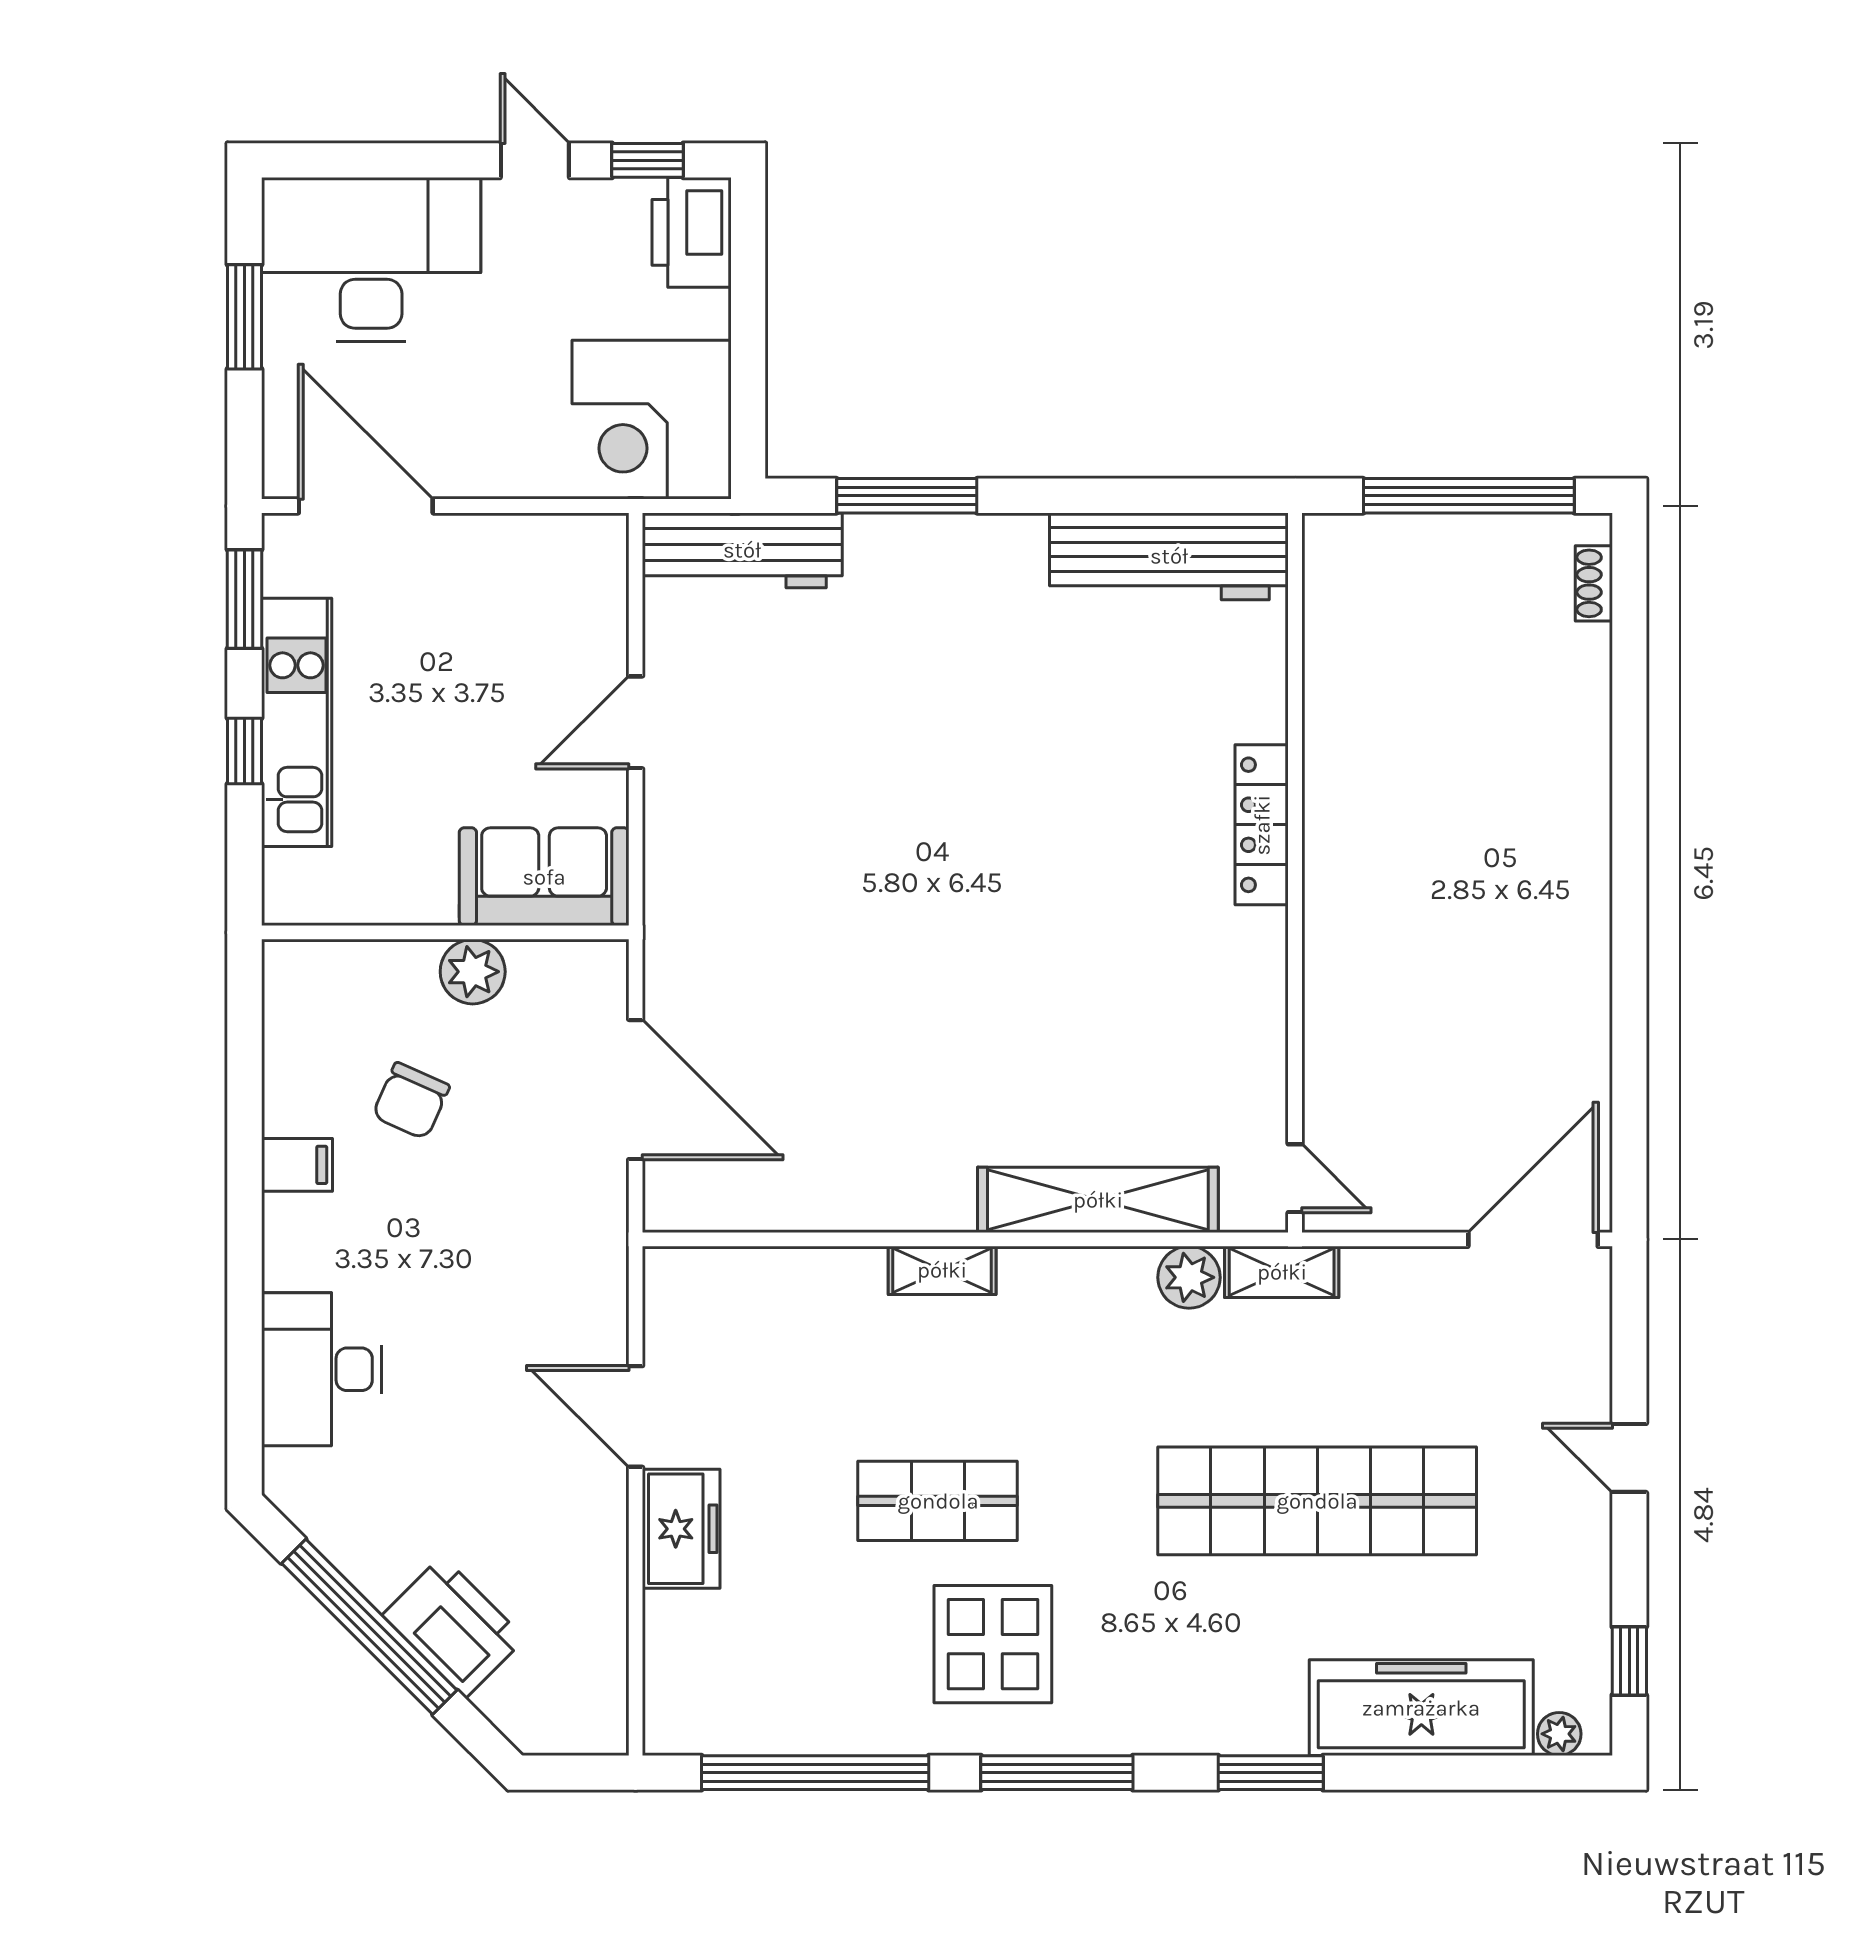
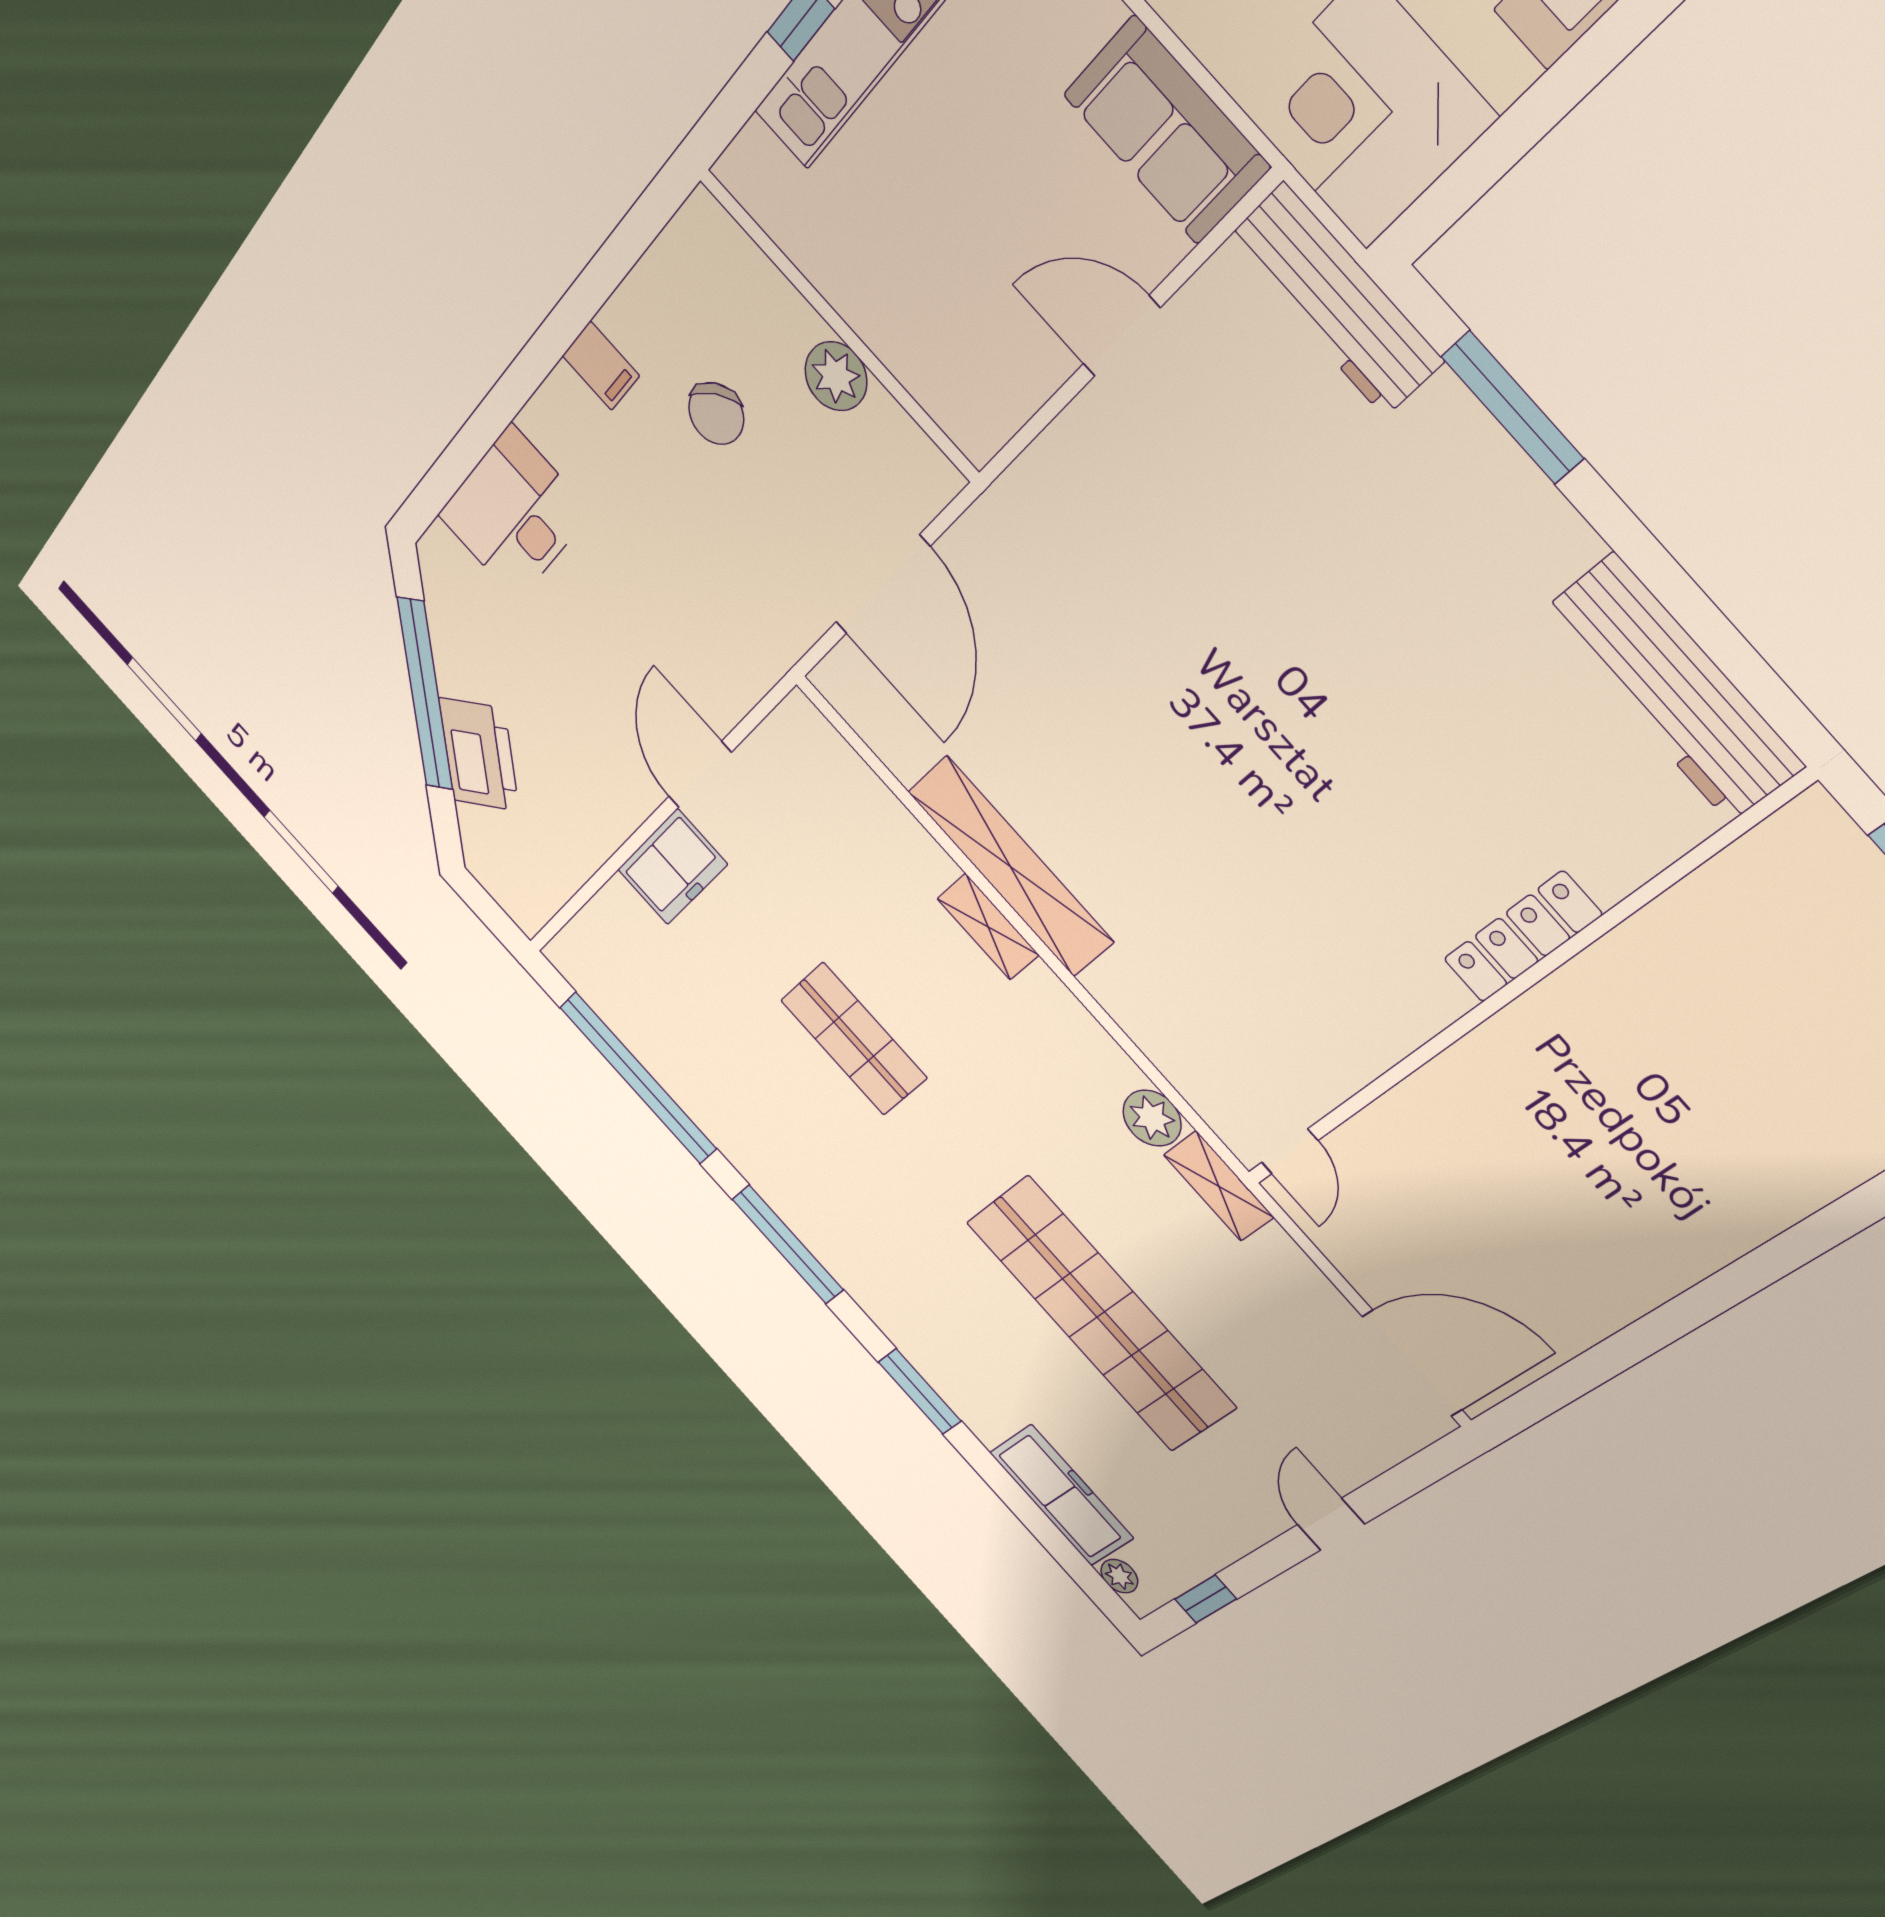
sofa: (544, 877) -> (1166, 131), moved, turned 180
chair: (411, 1101) -> (716, 413), turned -64
shelving: (1098, 1200) -> (1011, 867), moved
display table: (993, 1644) -> (813, 1145), removed
freezer: (1421, 1708) -> (1061, 1495), width x0.73, depth x0.79

